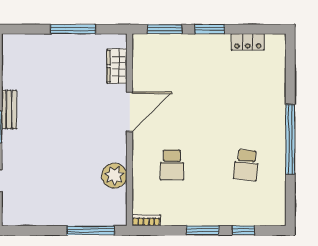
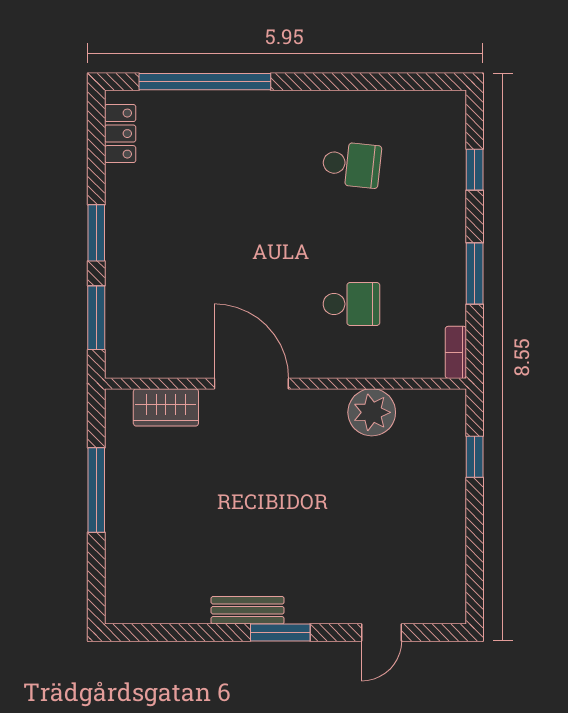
locker: (248, 42) -> (120, 134), moved
window: (290, 139) -> (205, 82), moved
window: (91, 230) -> (475, 457), width x0.46
window: (203, 230) -> (475, 274), moved

